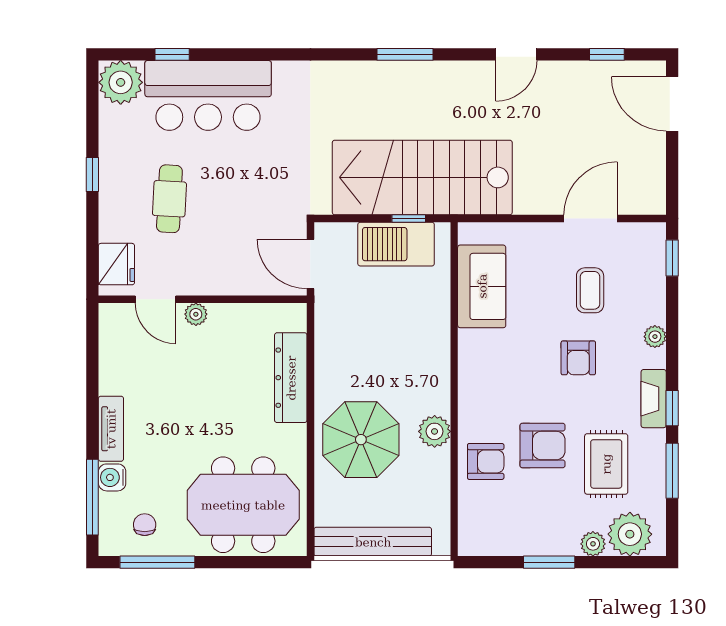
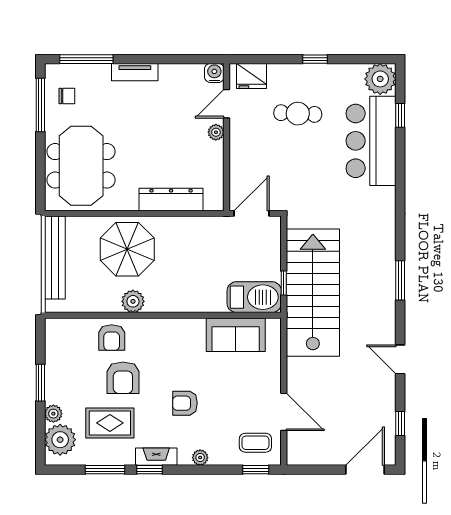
barbecue: (396, 244) -> (254, 297), moved, turned 90
coffee table: (590, 290) -> (255, 443), moved
water cooler: (112, 477) -> (214, 73), moved

